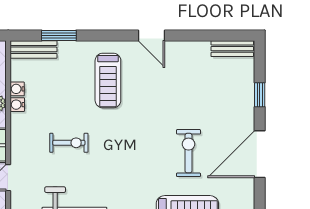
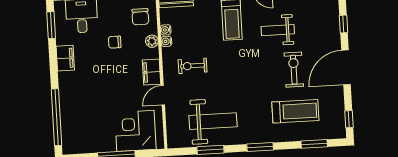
weight bench: (170, 98) -> (278, 30), added
exercise bike: (69, 143) -> (193, 66), moved, turned 180

